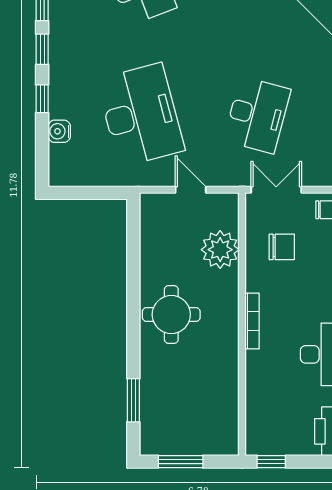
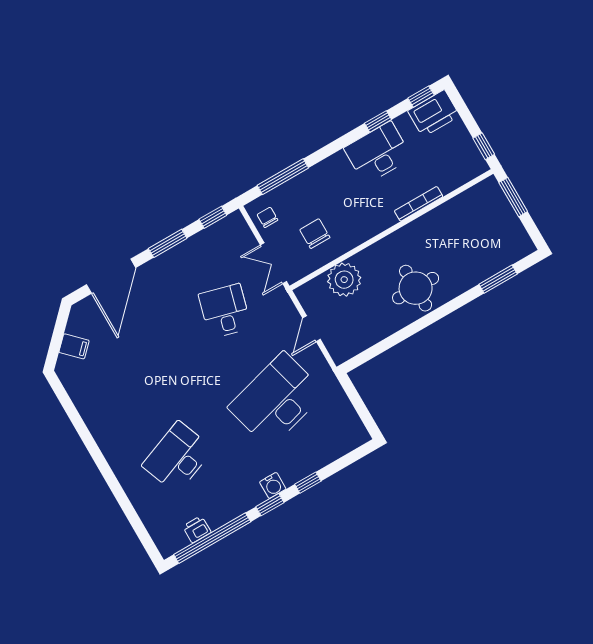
desk: (257, 115) -> (225, 311), width x0.73
water cooler: (59, 131) -> (273, 485), moved
bookcase: (252, 321) -> (419, 204), moved
window: (181, 462) -> (513, 197), moved

